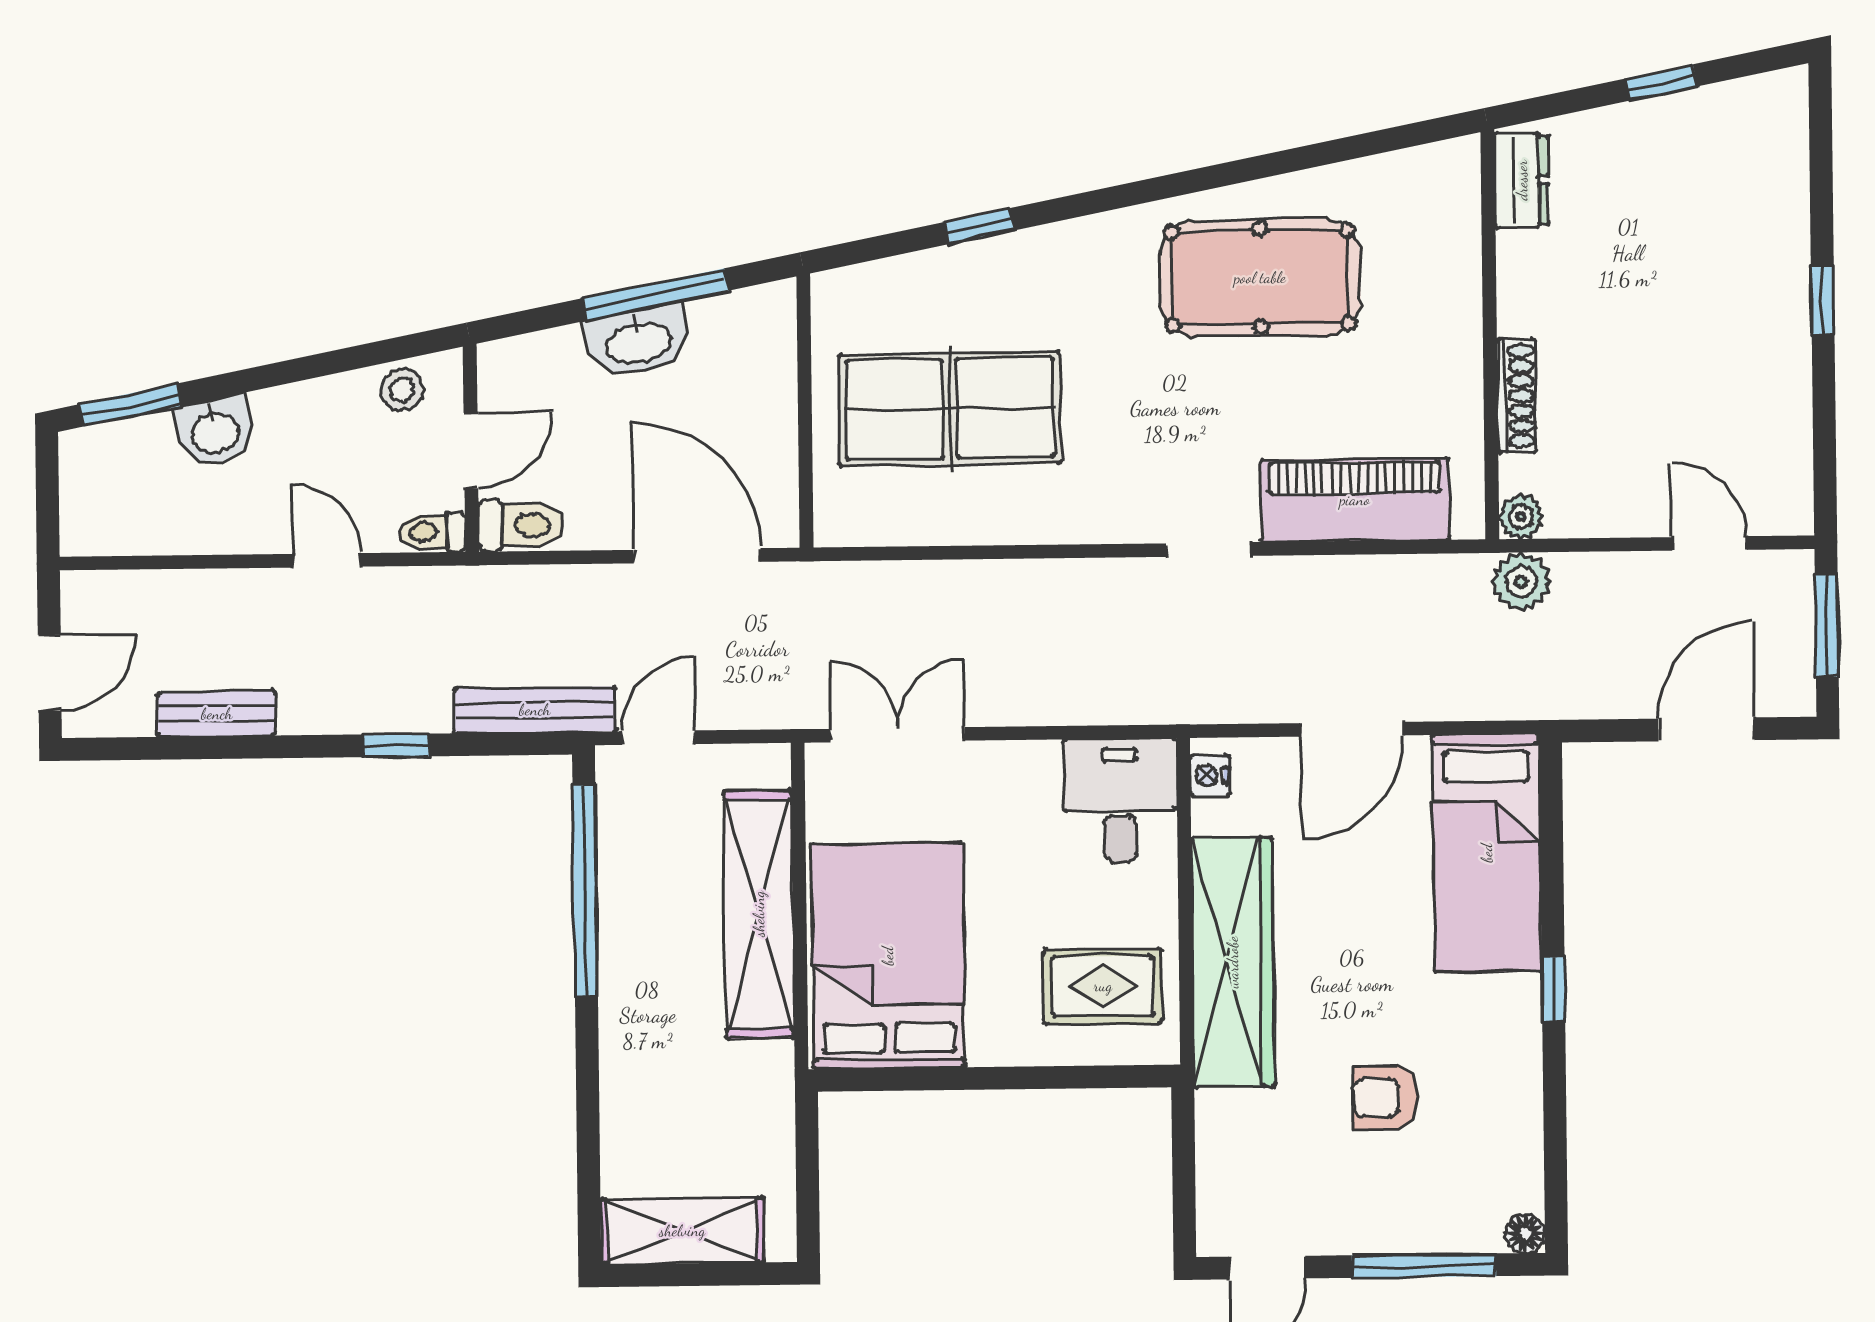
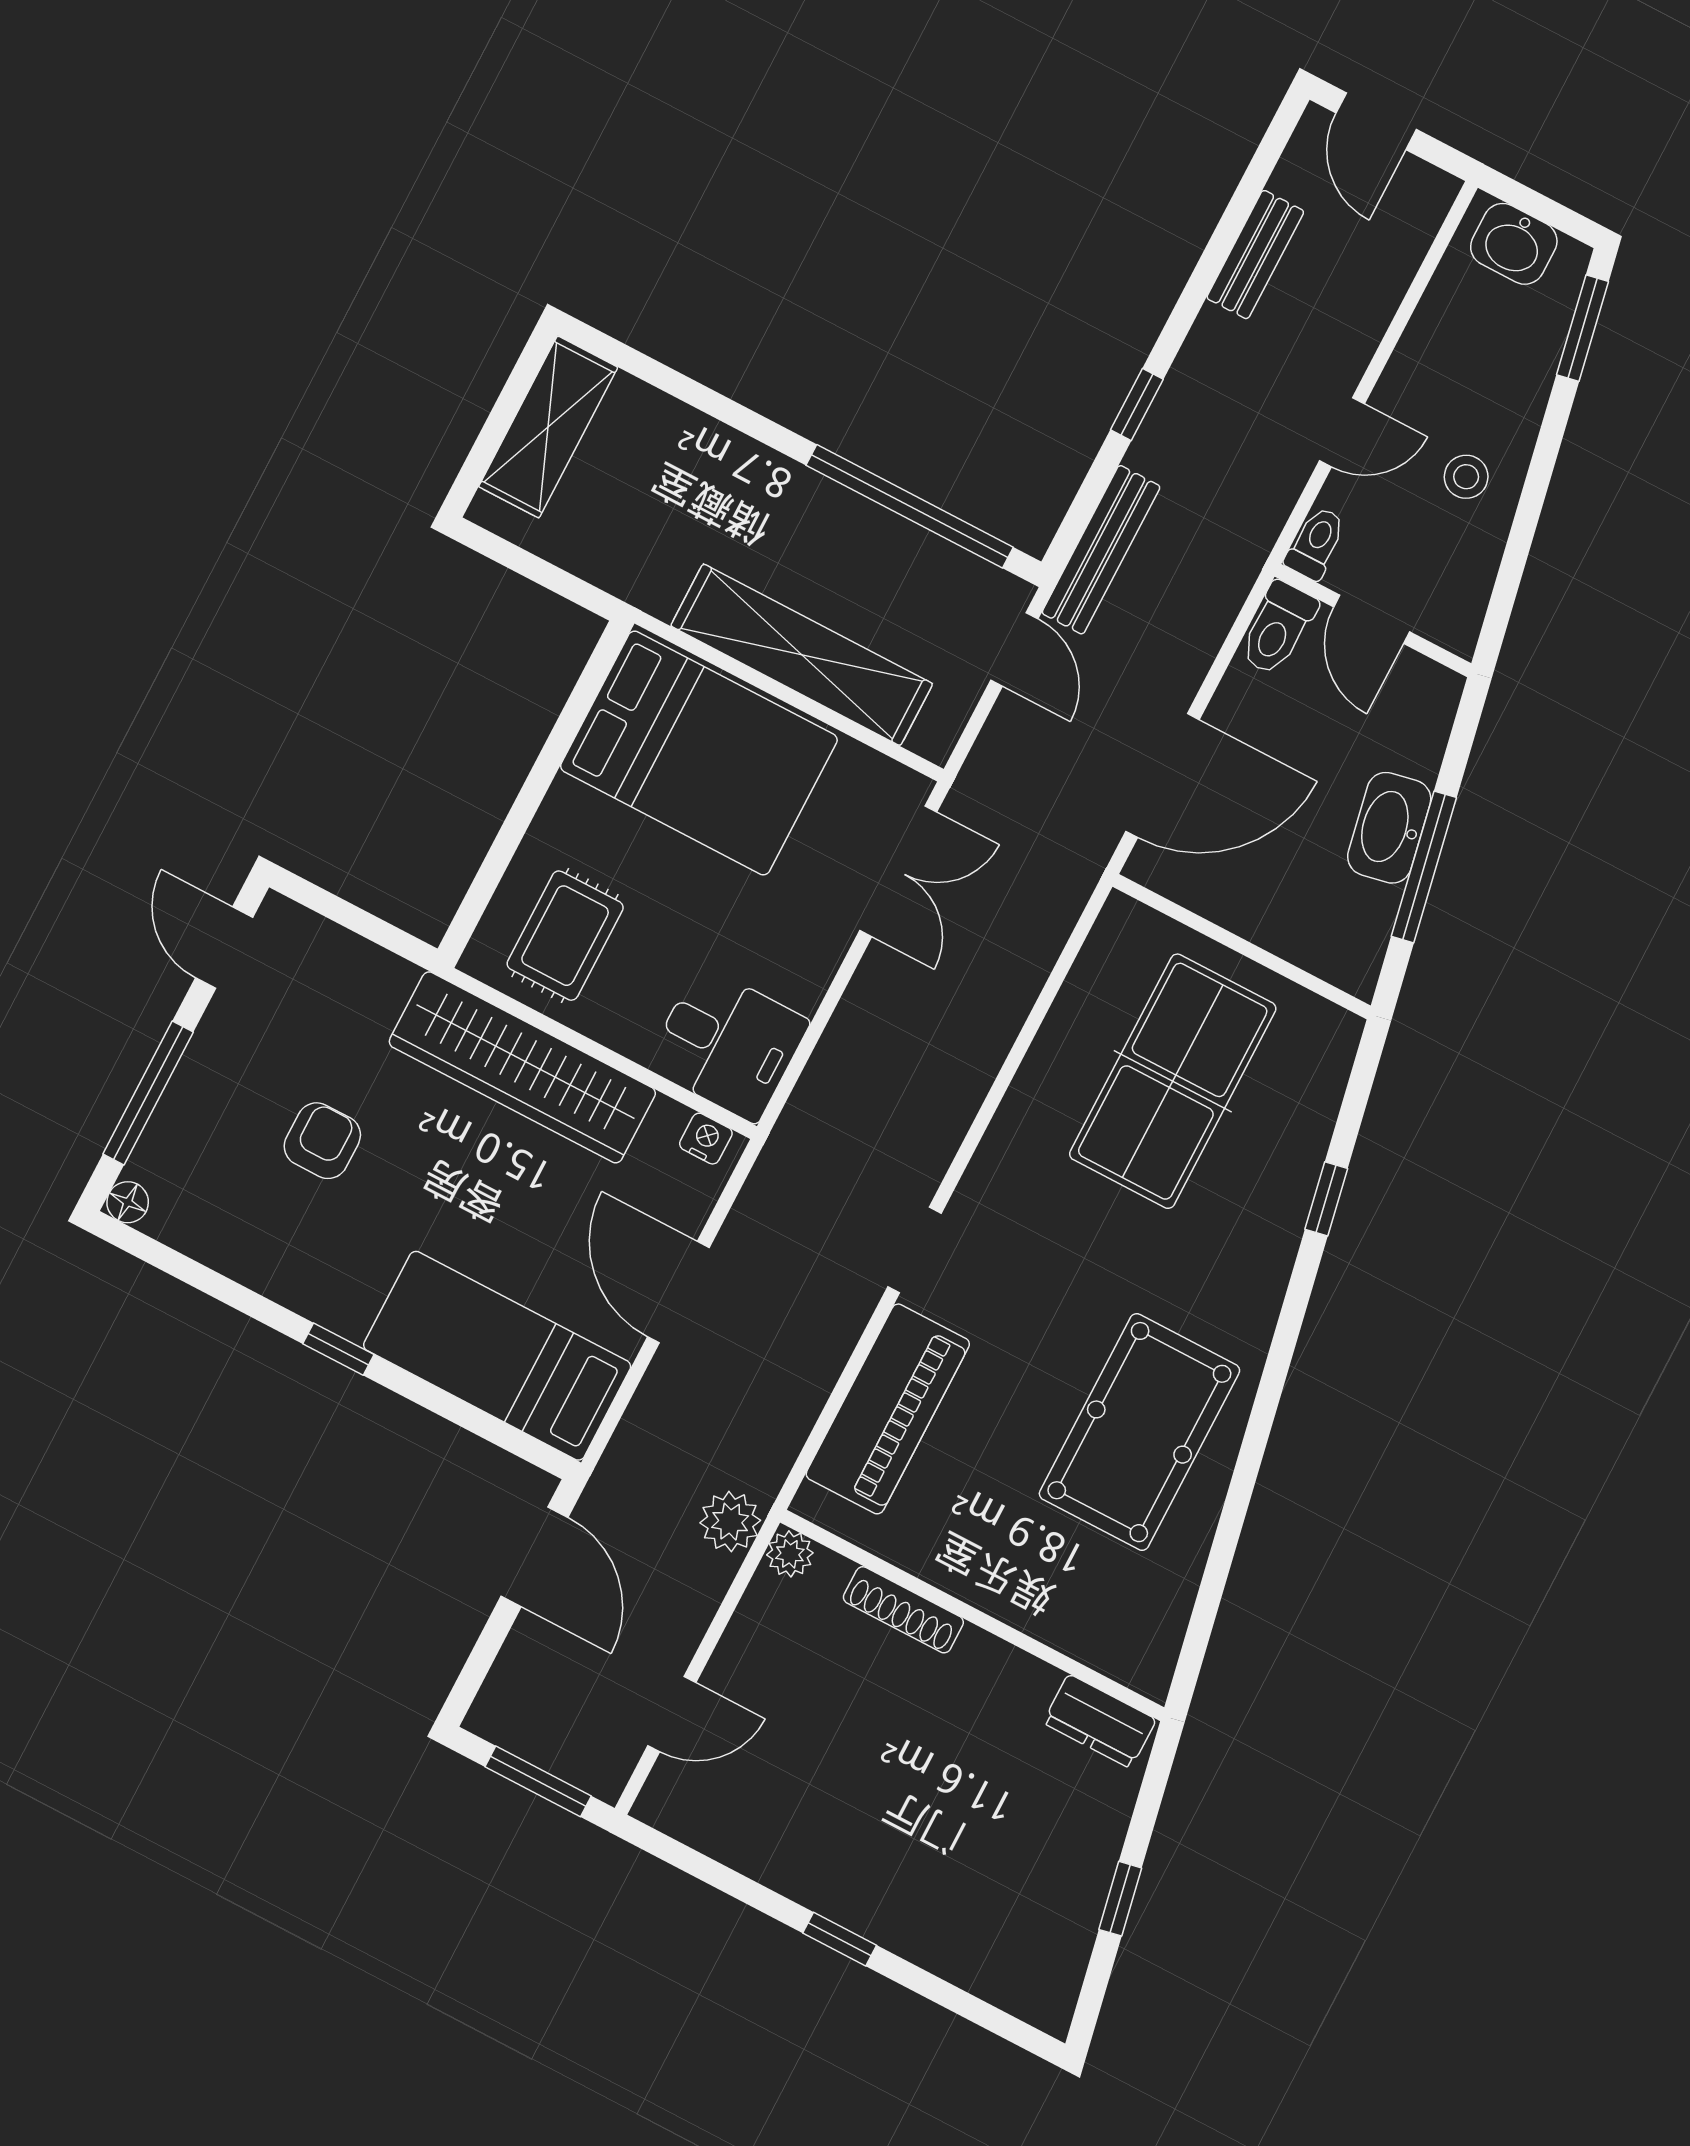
stool: (402, 390) -> (1466, 477), moved
washbasin: (215, 431) -> (1514, 244), moved, turned -79
door: (1706, 729) -> (535, 1557), moved

